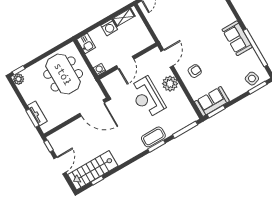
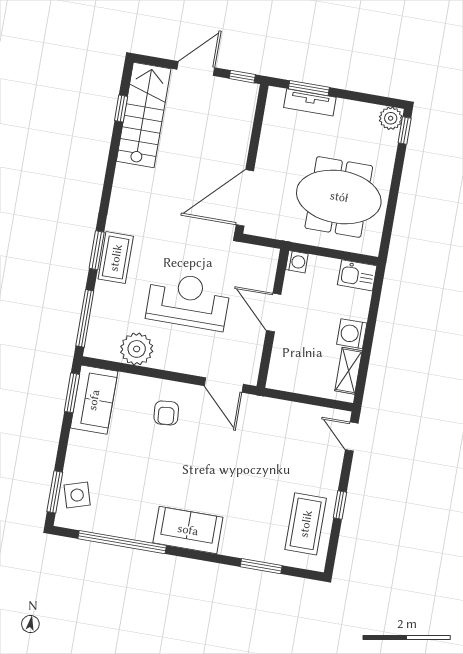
sofa: (237, 38) -> (188, 530), moved
plant: (170, 84) -> (137, 349), moved
door: (60, 165) -> (196, 69), swing flipped

